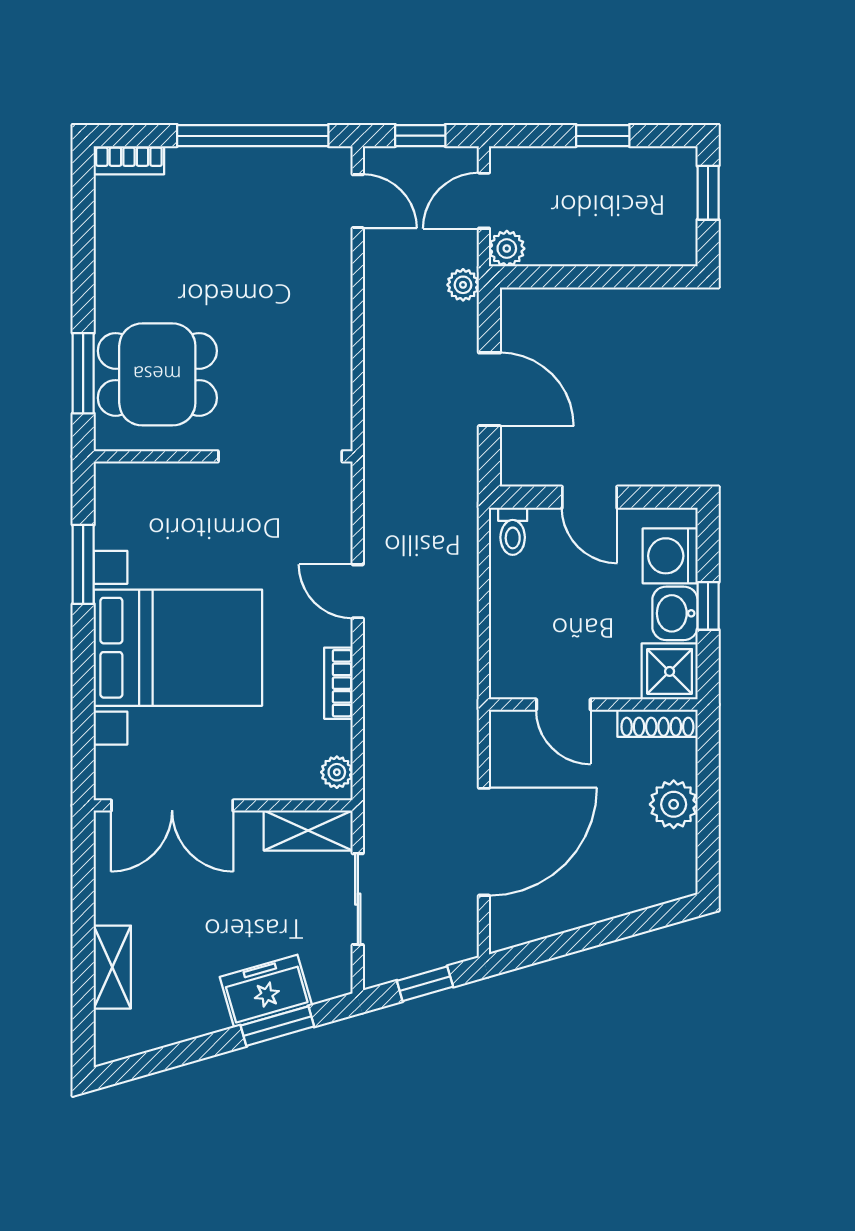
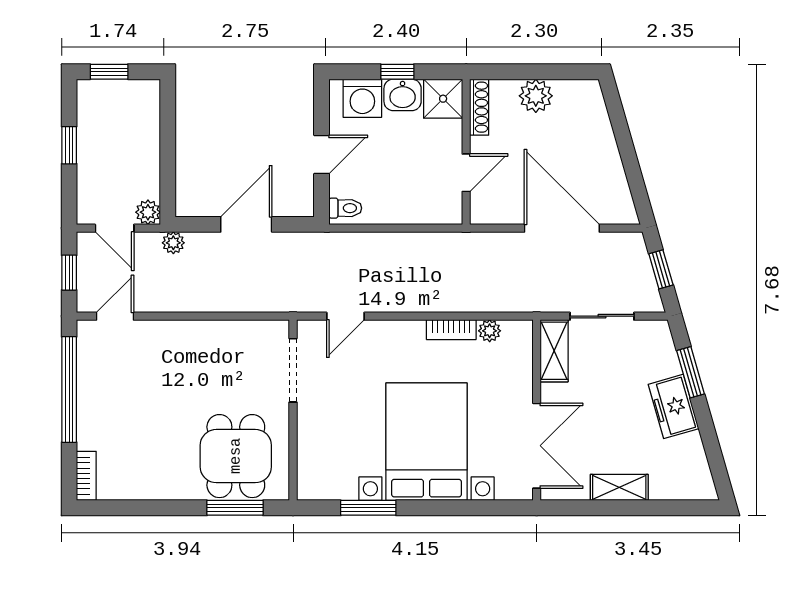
doorway: (280, 456) -> (293, 370), width x0.73
door: (358, 591) -> (345, 316), moved
plant: (337, 772) -> (490, 331), moved
shelving: (112, 967) -> (619, 487), moved
freezer: (266, 991) -> (674, 406), moved

